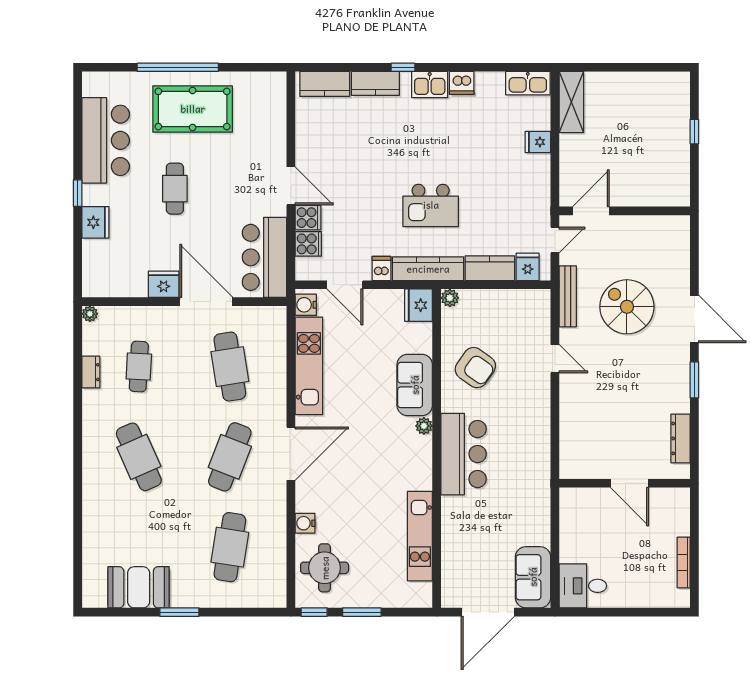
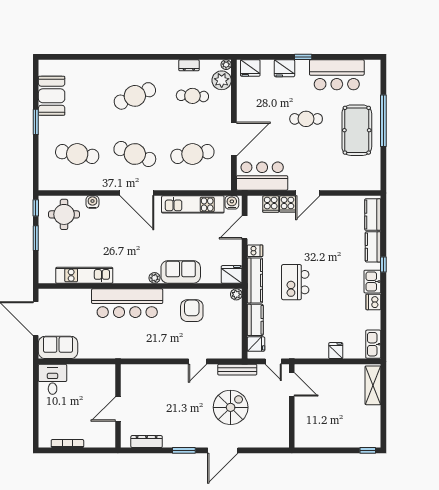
shelving: (571, 102) -> (373, 385), moved, turned 90
window: (694, 132) -> (368, 450), moved
fridge: (164, 284) -> (250, 68), moved, turned 90
plant: (114, 321) -> (222, 80), added
armchair: (475, 368) -> (192, 311), turned 145
bar counter: (464, 454) -> (127, 303), width x1.36

